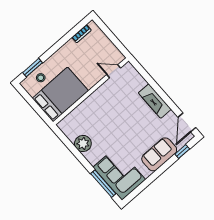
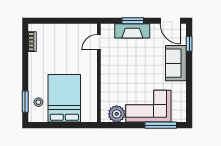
door: (114, 71) -> (99, 42), moved
wall: (91, 91) -> (99, 73), moved
window: (163, 95) -> (133, 21), added
corner sofa: (119, 173) -> (148, 106), moved

